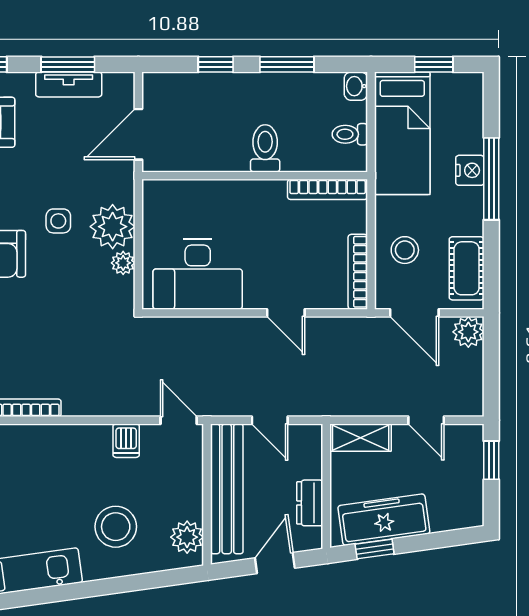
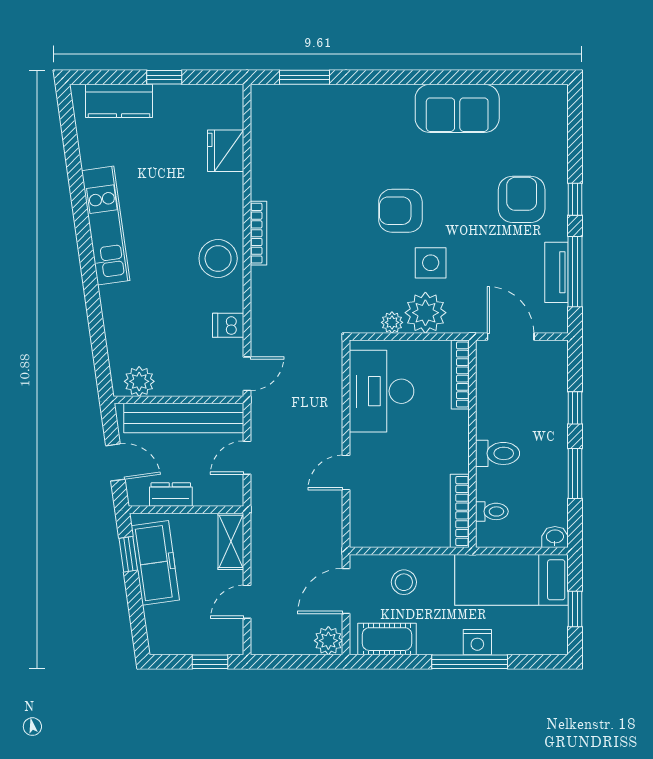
window: (68, 64) -> (575, 272), width x1.44
toilet: (350, 134) -> (492, 511), moved, turned 90
side table: (58, 221) -> (431, 263), width x1.37, depth x1.37
bookcase: (358, 272) -> (460, 374), moved, turned -90
stool: (116, 527) -> (218, 258), moved

